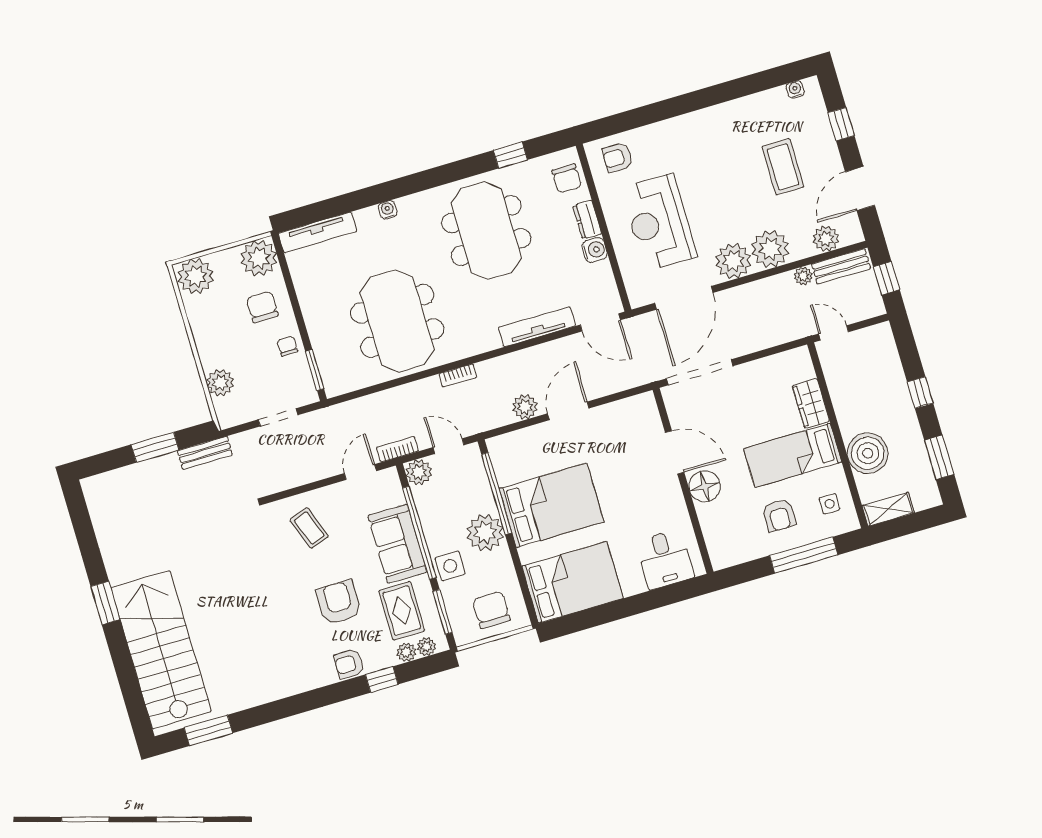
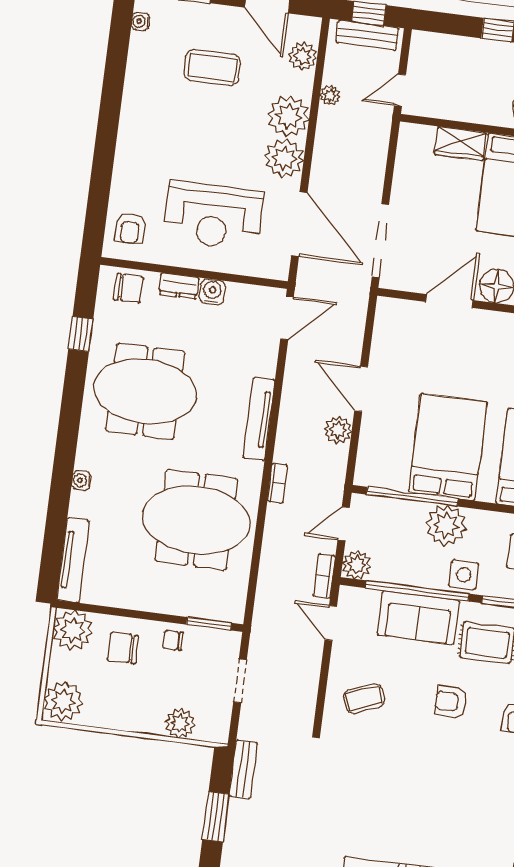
bench: (841, 266) -> (367, 35), moved, turned 90
tv unit: (537, 327) -> (259, 419), moved
armchair: (339, 602) -> (451, 702), width x0.72, depth x0.72

